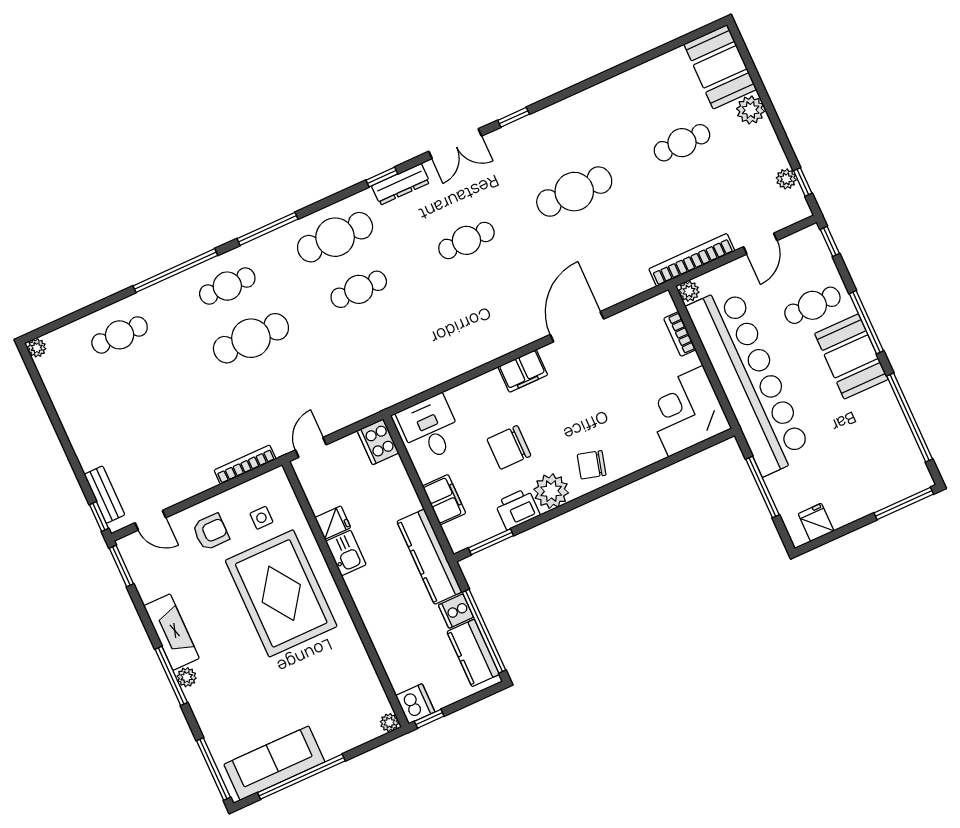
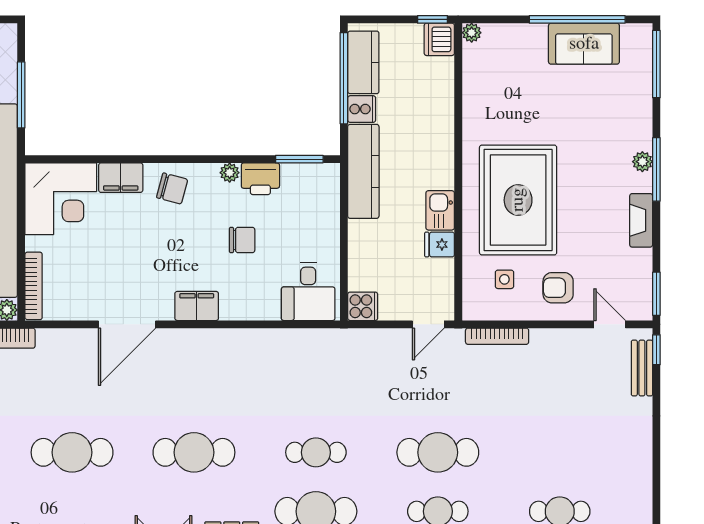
cafe table: (466, 240) -> (194, 452), width x1.37, depth x1.35
bookcase: (680, 334) -> (34, 286), width x1.56
cooker: (378, 442) -> (363, 306), width x0.73
chair: (509, 447) -> (242, 240), width x0.73, depth x0.73
plant: (551, 491) -> (230, 173), width x0.53, depth x0.53
filing cabinet: (444, 500) -> (121, 178), moved, turned -90
fireplace: (171, 632) -> (641, 220), width x0.73, depth x0.76
sofa: (274, 763) -> (584, 44), width x0.73

